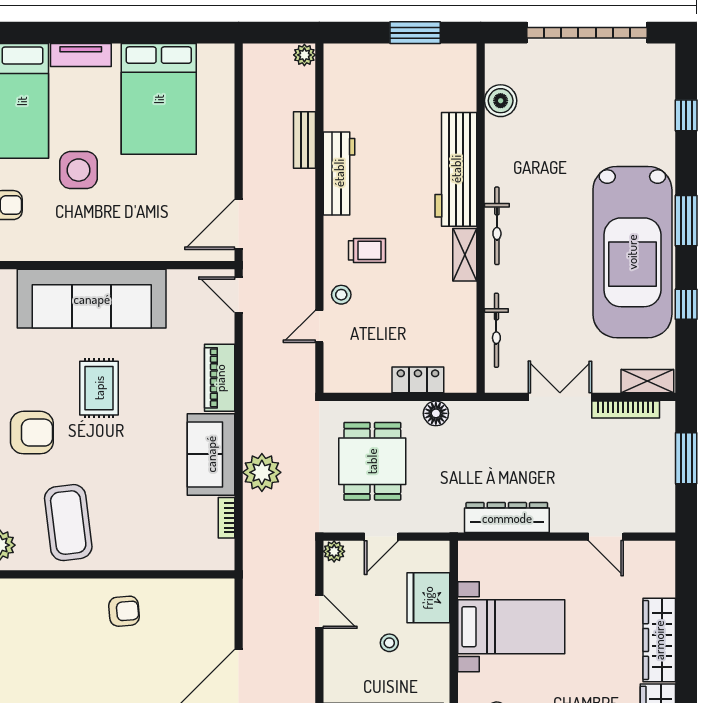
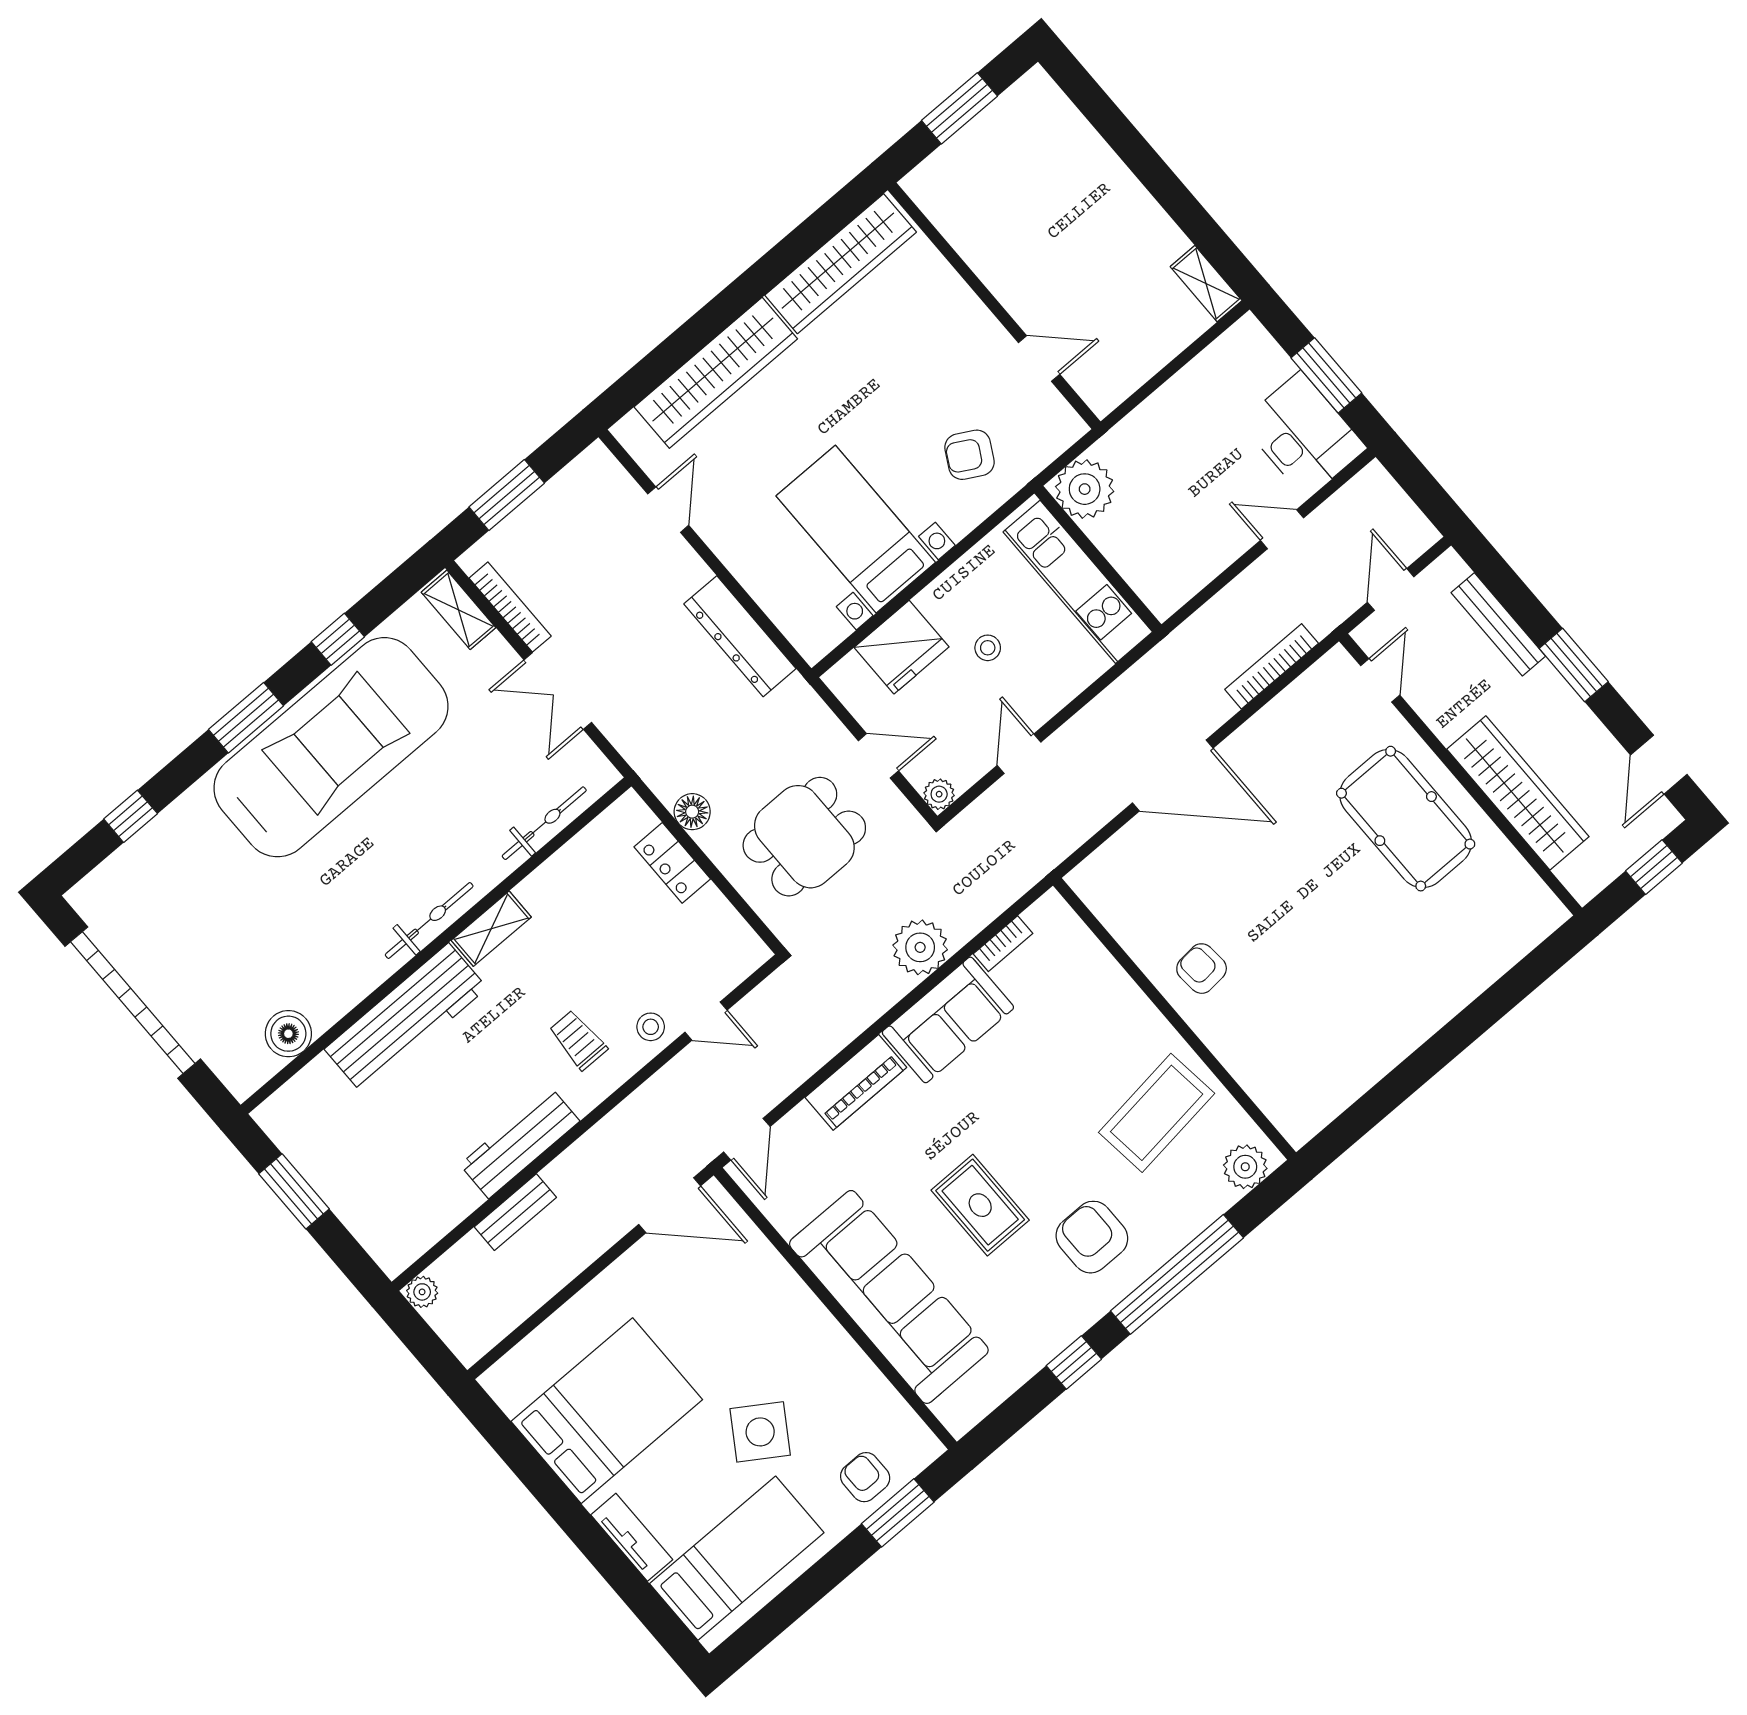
side table: (79, 170) -> (760, 1432), turned 33
rug: (99, 388) -> (980, 1205), turned 90
wardrobe: (659, 640) -> (716, 373), width x1.40, depth x1.17

